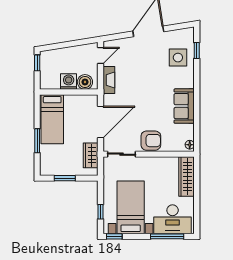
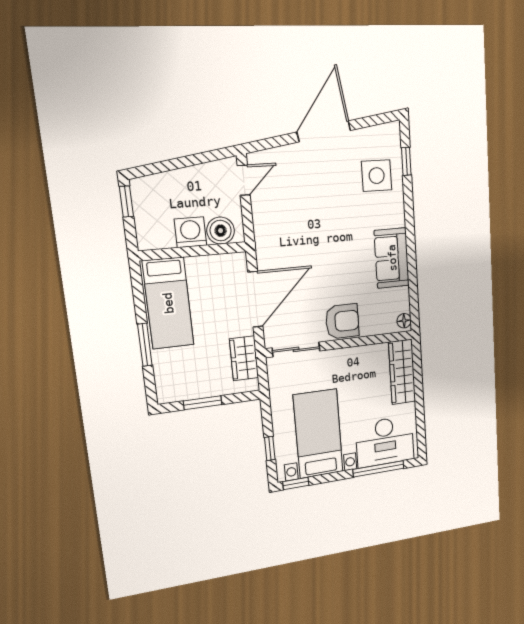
fireplace: (109, 80) -> (263, 224), removed

